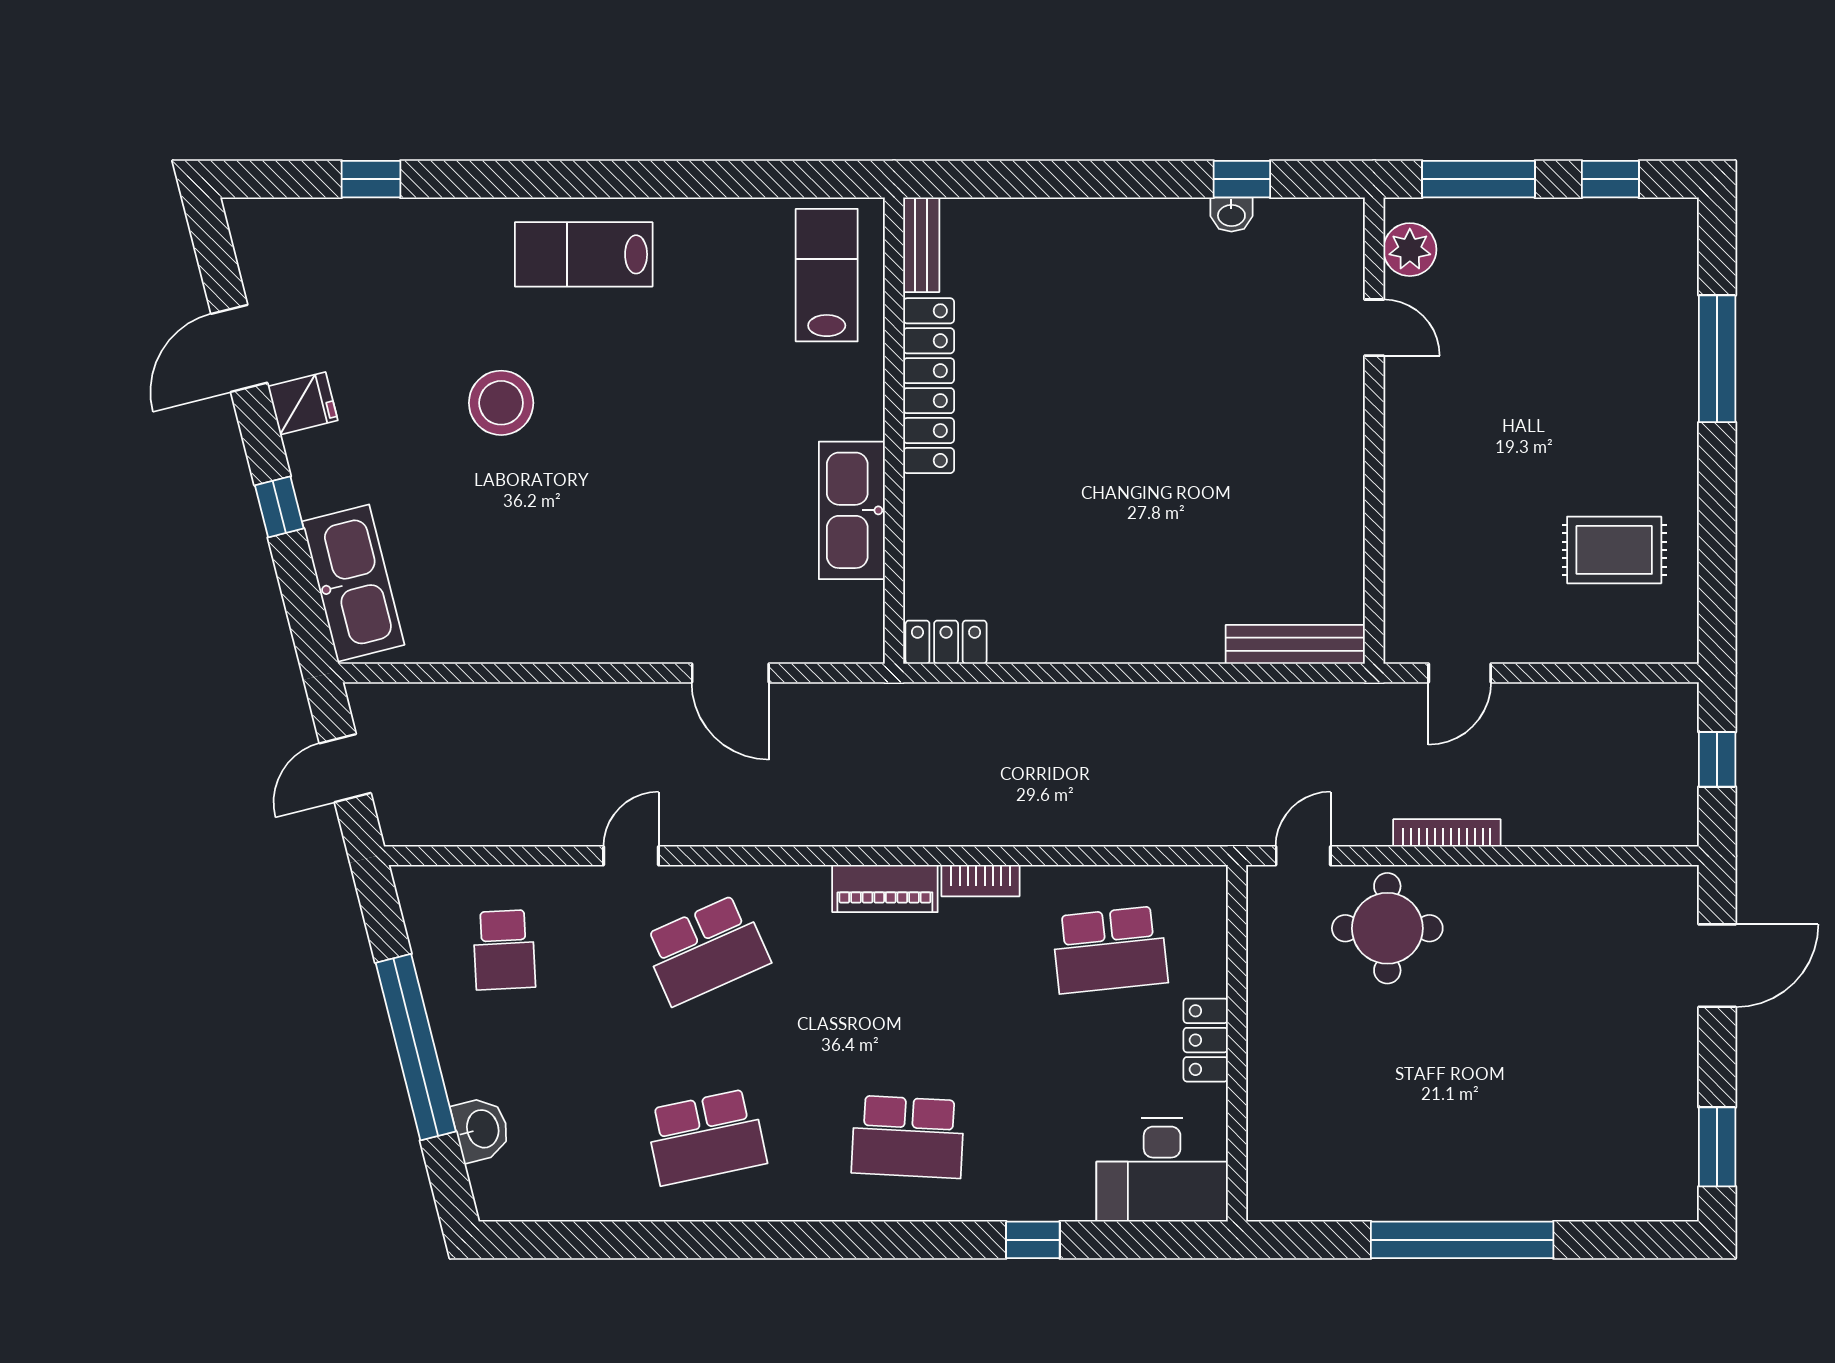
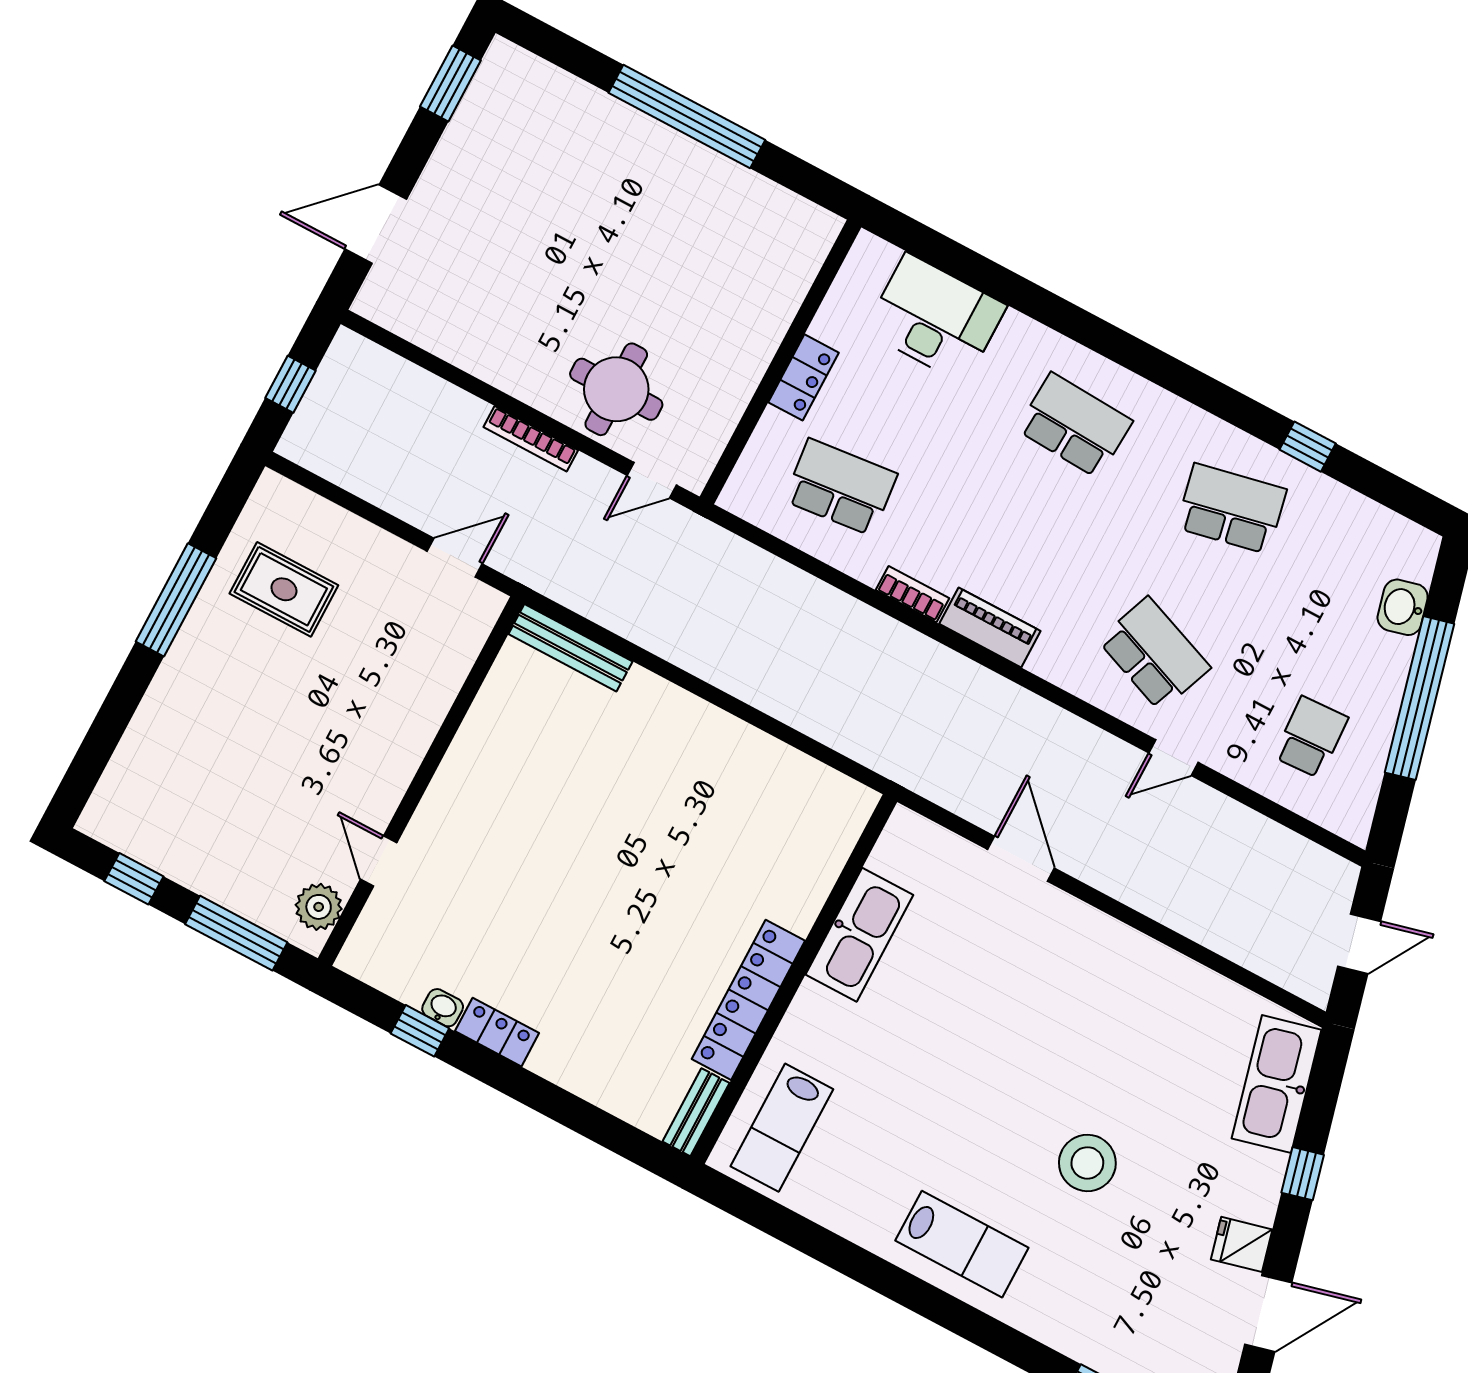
window: (1717, 359) -> (176, 600), moved
locker: (946, 642) -> (497, 1032), moved, turned 180
school desk: (706, 950) -> (1154, 654), turned 45
desk: (1162, 1170) -> (935, 318), moved
window: (1033, 1240) -> (1308, 447), moved

